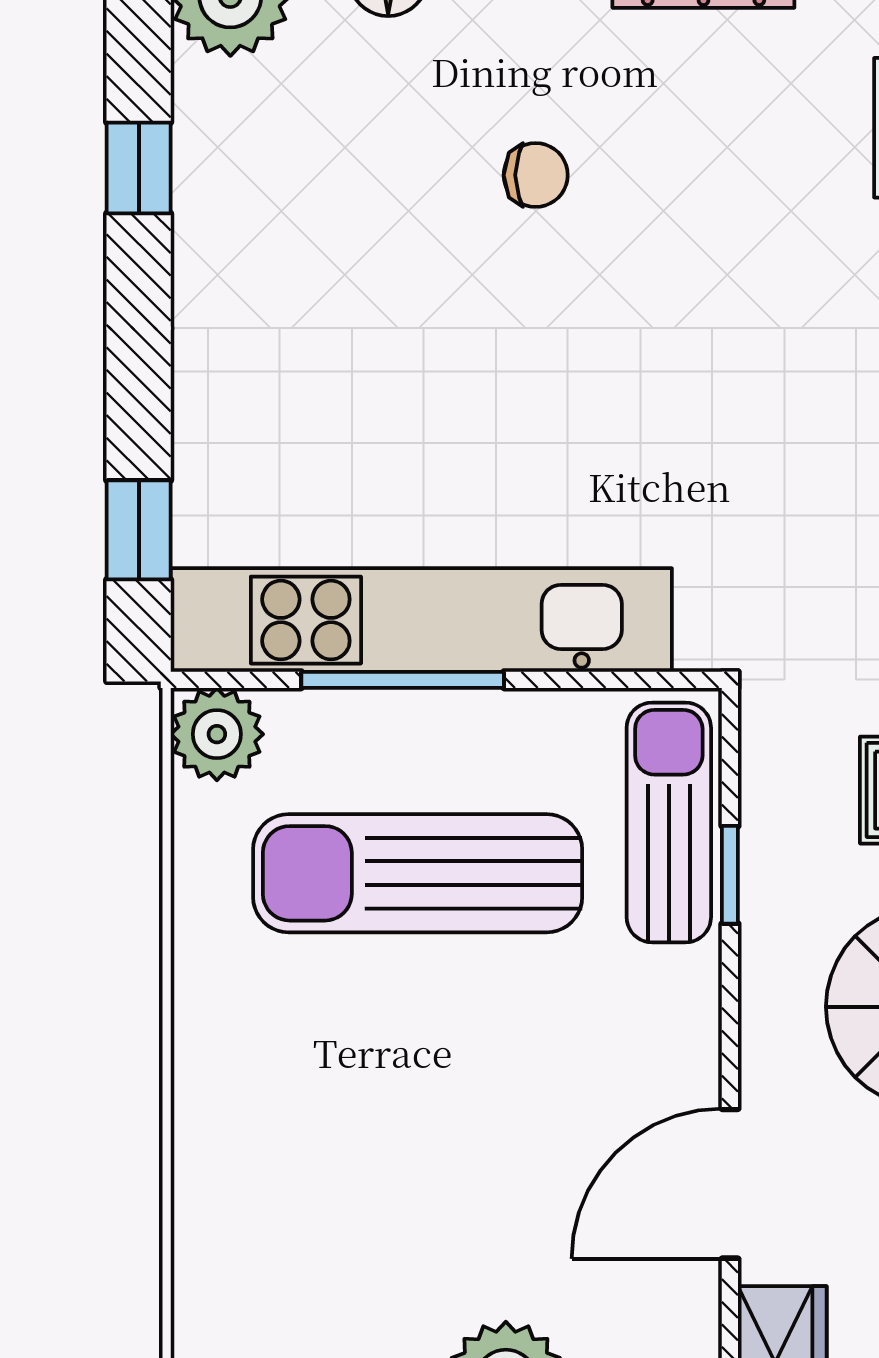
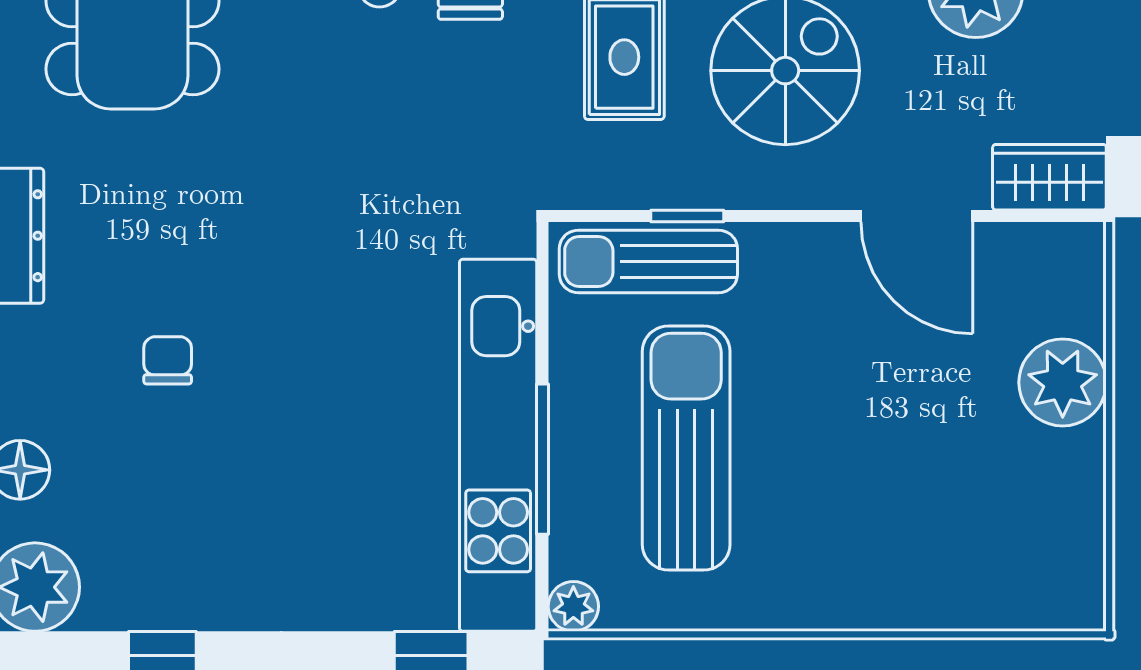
plant: (217, 734) -> (573, 606), width x0.73, depth x0.73
sun lounger: (418, 873) -> (686, 448), turned 180

